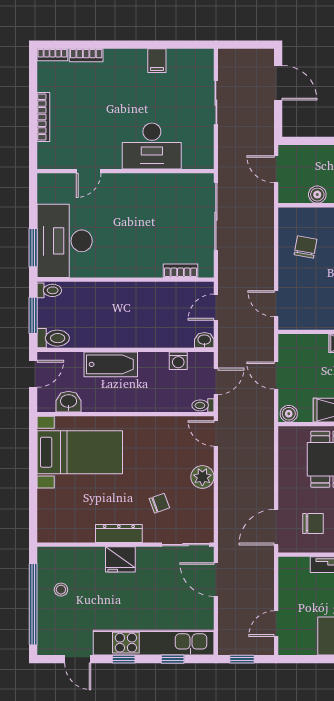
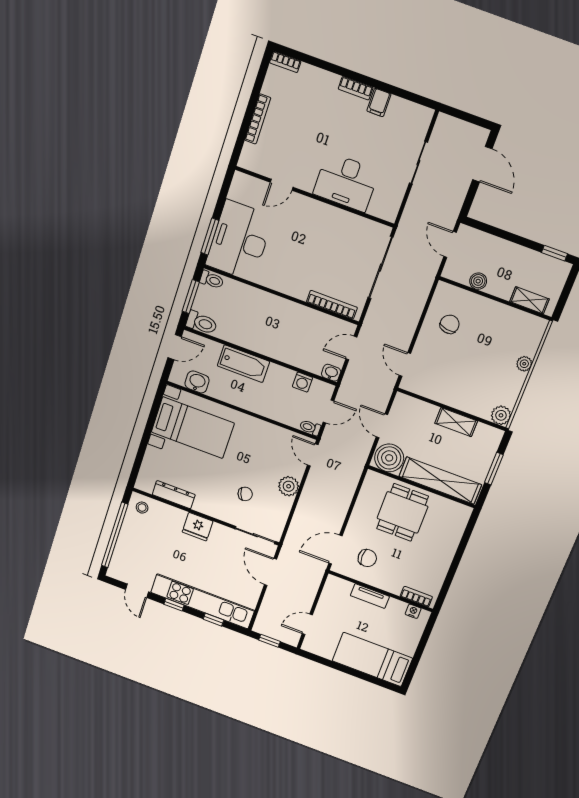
bookcase: (86, 55) -> (356, 88), moved
bookcase: (180, 271) -> (332, 305), width x1.56
boiler: (289, 414) -> (389, 458), width x1.86, depth x1.86
dresser: (119, 534) -> (174, 495), moved
stool: (61, 590) -> (142, 508), moved

